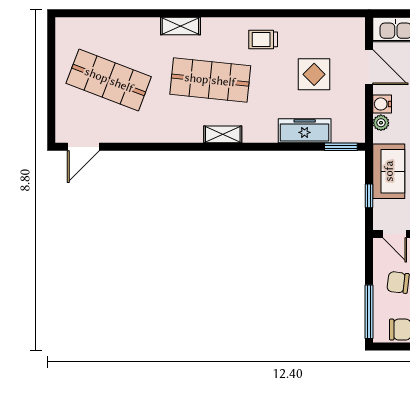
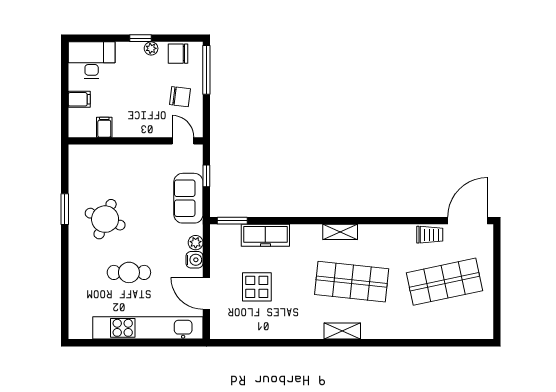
shelving: (180, 26) -> (342, 331), moved
trolley: (263, 39) -> (430, 235), moved
shop shelf: (109, 80) -> (444, 282), turned -33
door: (83, 147) -> (468, 221), width x1.36

